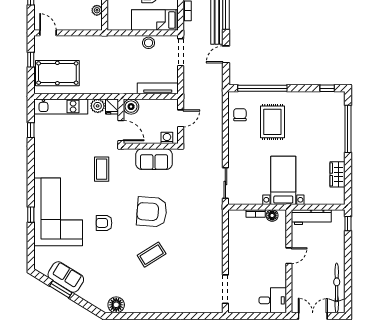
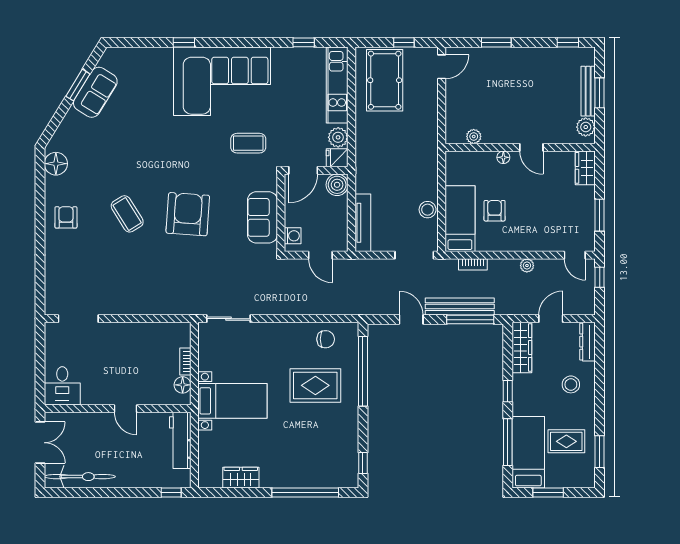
corner sofa: (58, 212) -> (222, 81), moved
armchair: (104, 223) -> (66, 217), moved

